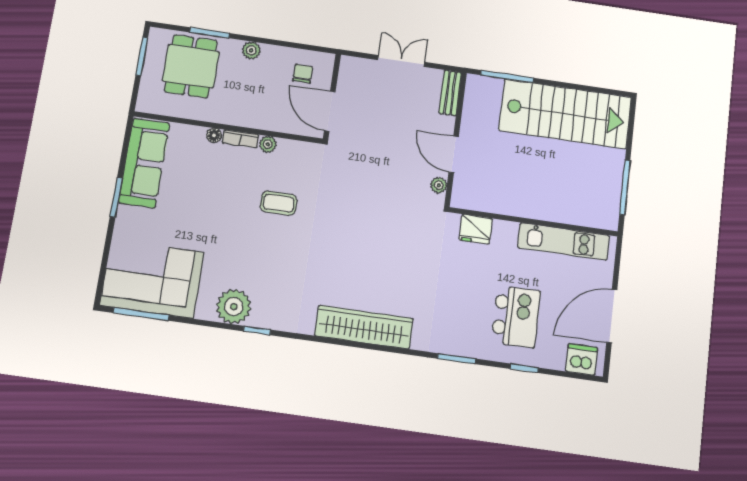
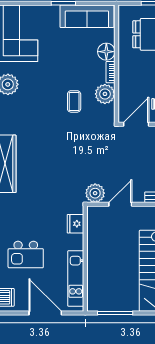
floor lamp: (214, 135) -> (106, 52), width x1.89, depth x1.89
plant: (268, 144) -> (105, 94), width x1.88, depth x1.88
plant: (439, 185) -> (95, 193), width x1.88, depth x1.88
door: (612, 316) -> (45, 313), moved

